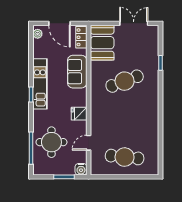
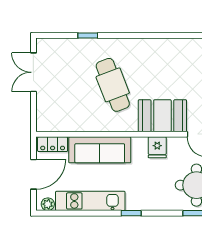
booth: (102, 43) -> (162, 116), moved
sofa: (77, 72) -> (100, 150), width x1.36
kitchen unit: (40, 84) -> (90, 201), moved

